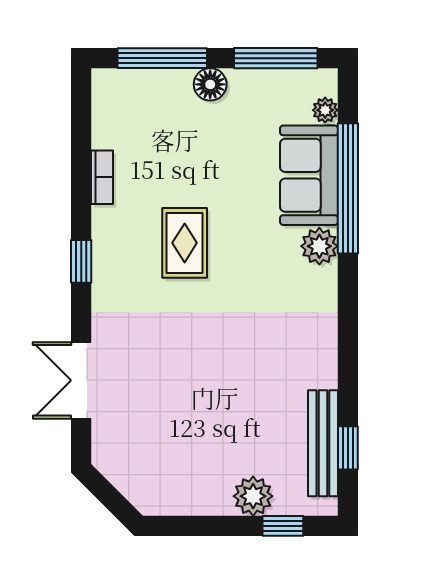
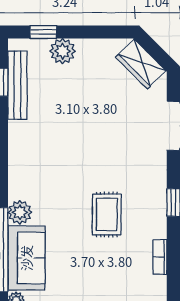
wardrobe: (132, 476) -> (141, 64), added

